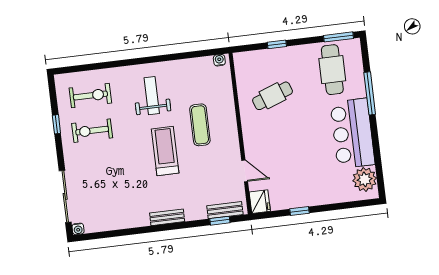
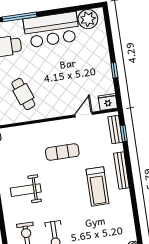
exercise mat: (200, 125) -> (62, 152), moved
treadmill: (165, 151) -> (97, 186), moved, turned -90
bench: (167, 217) -> (121, 170), width x1.36

